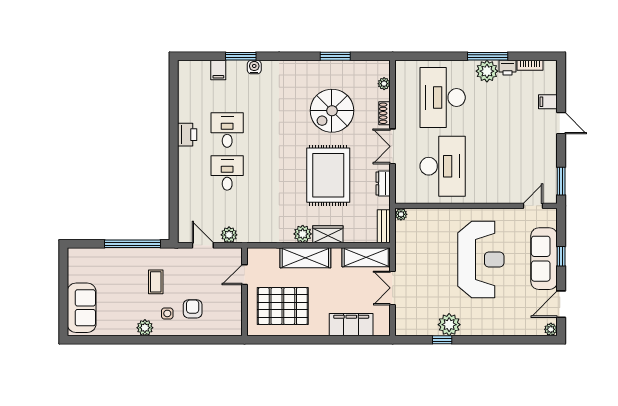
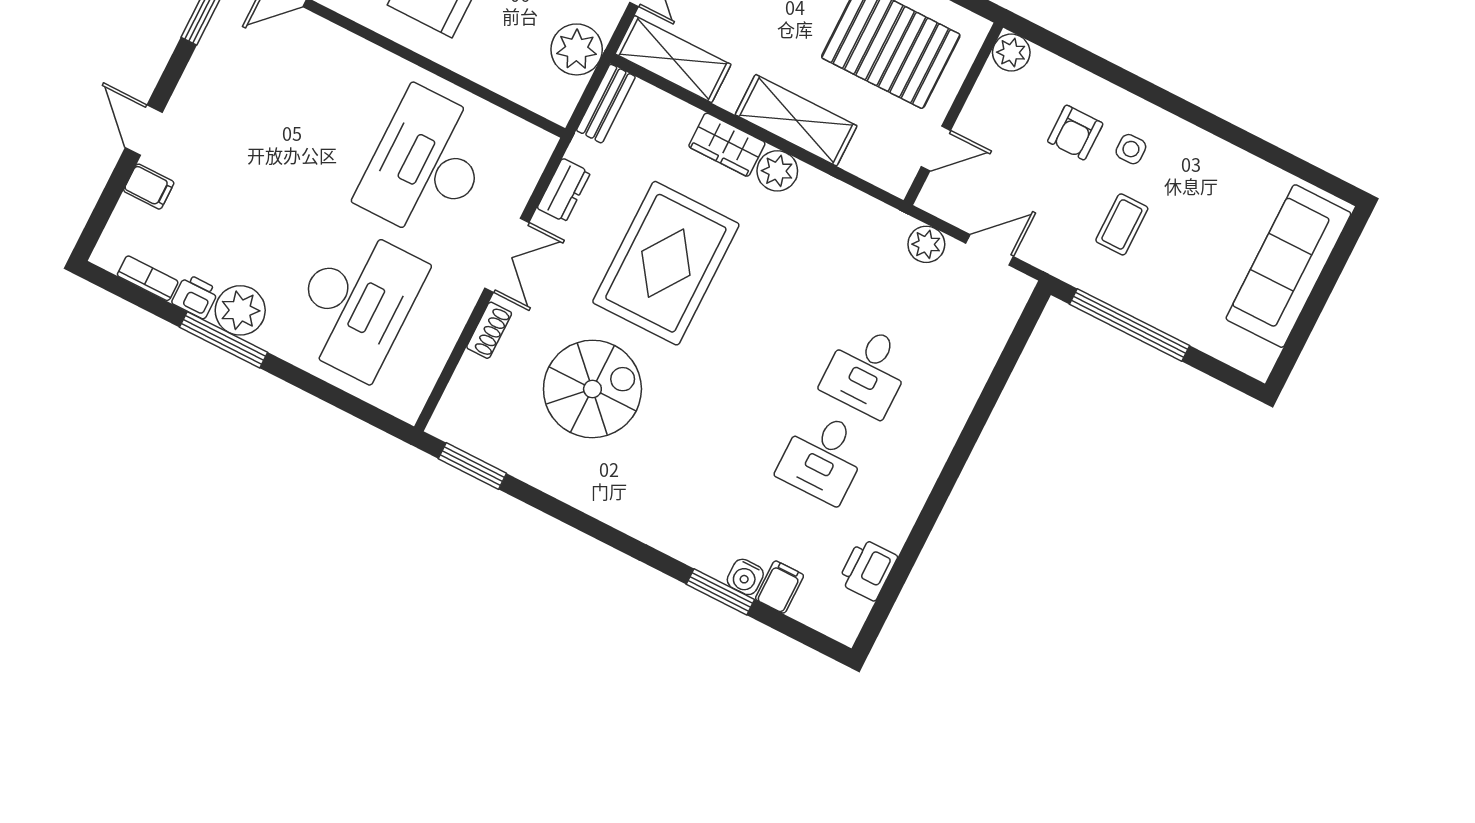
window: (335, 56) -> (472, 466), moved
water cooler: (254, 67) -> (745, 577), moved
plant: (384, 84) -> (460, 390), removed
printer: (187, 135) -> (868, 569), moved
plant: (401, 214) -> (577, 49), moved, width x1.87, depth x1.87
door: (203, 245) -> (990, 250), swing flipped
sofa: (82, 308) -> (1288, 266), width x1.36
plant: (145, 328) -> (1011, 52), moved

